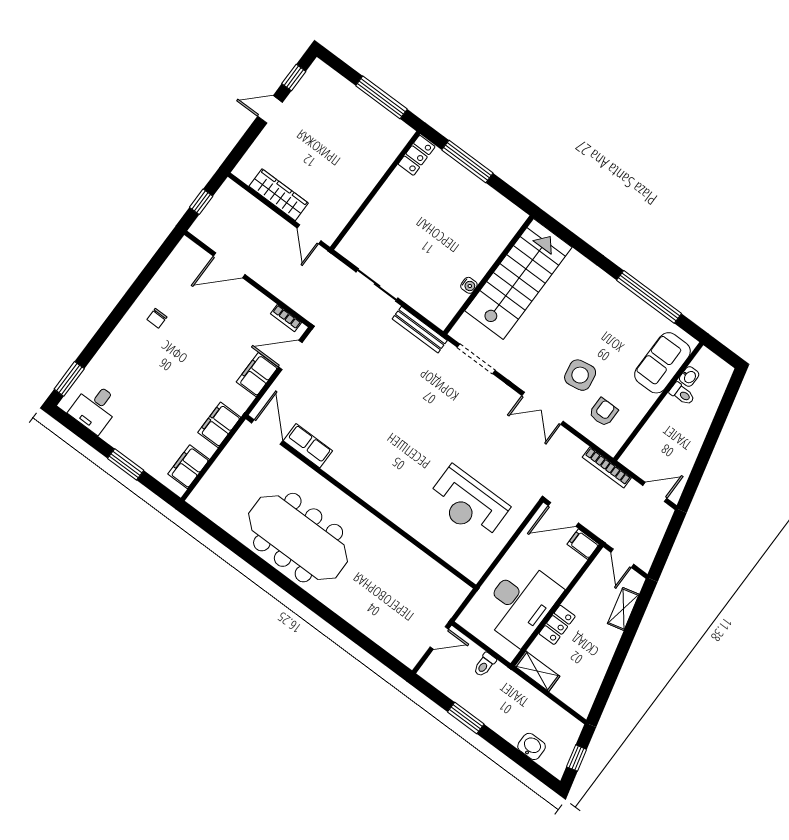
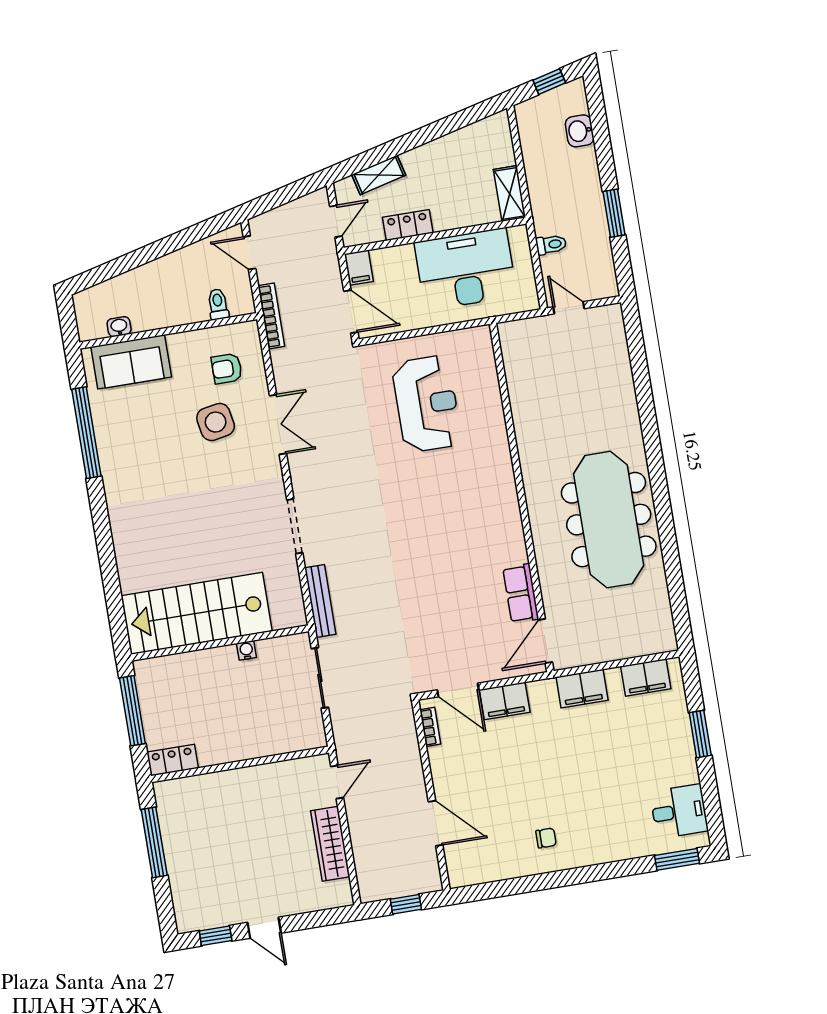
wall: (488, 275) -> (220, 643), moved
stairs: (518, 279) -> (197, 613), moved
water cooler: (469, 285) -> (246, 650), moved
toilet: (682, 394) -> (218, 304), moved
locker: (557, 625) -> (408, 225), moved

